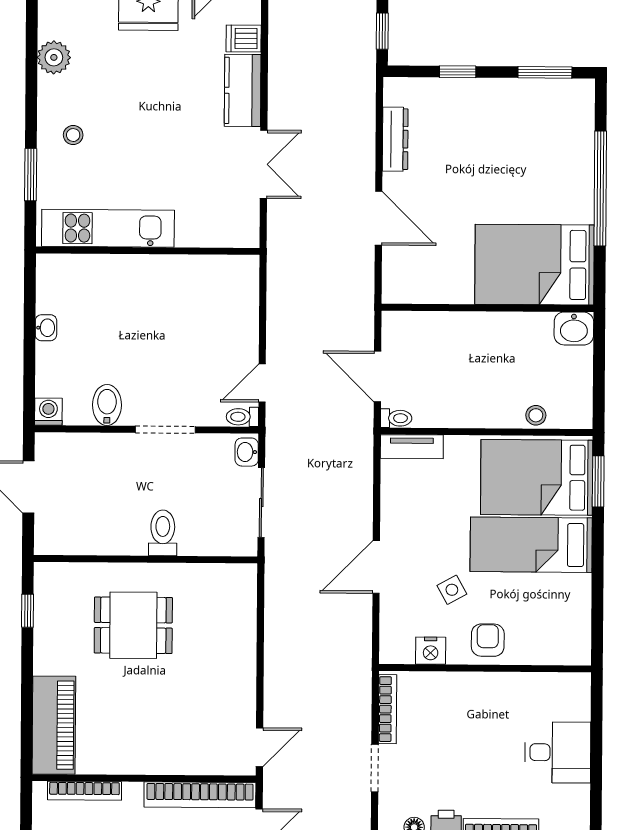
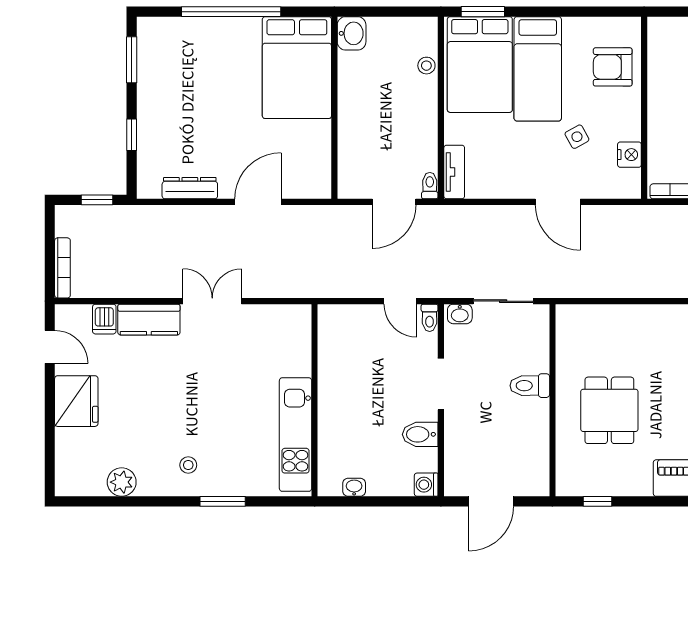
kitchen unit: (108, 228) -> (296, 435), moved
wall: (148, 251) -> (315, 400), moved
armchair: (488, 640) -> (613, 67), moved, width x1.38, depth x1.38

